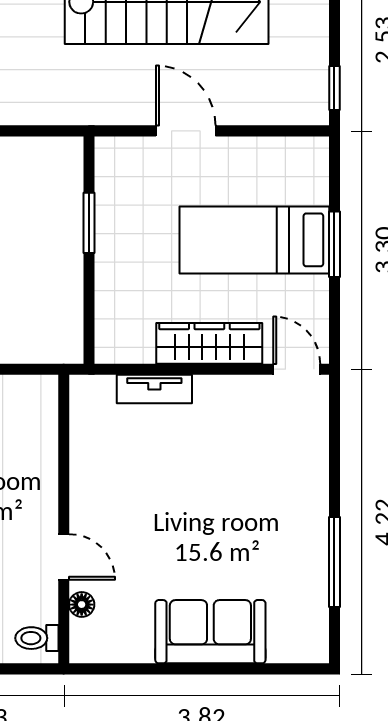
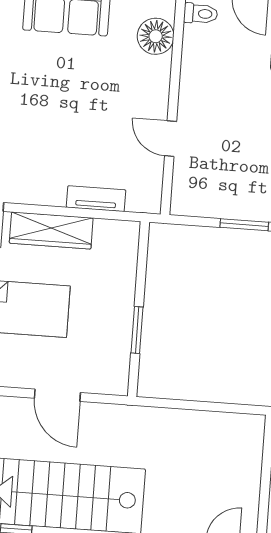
door: (64, 557) -> (171, 139), moved
floor lamp: (82, 605) -> (156, 36), width x1.89, depth x1.89

